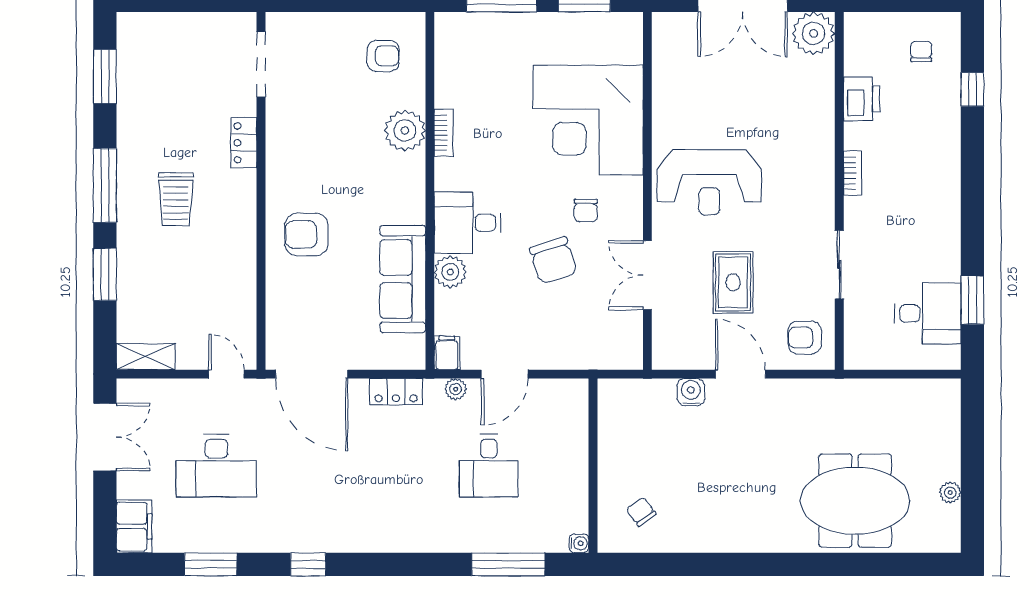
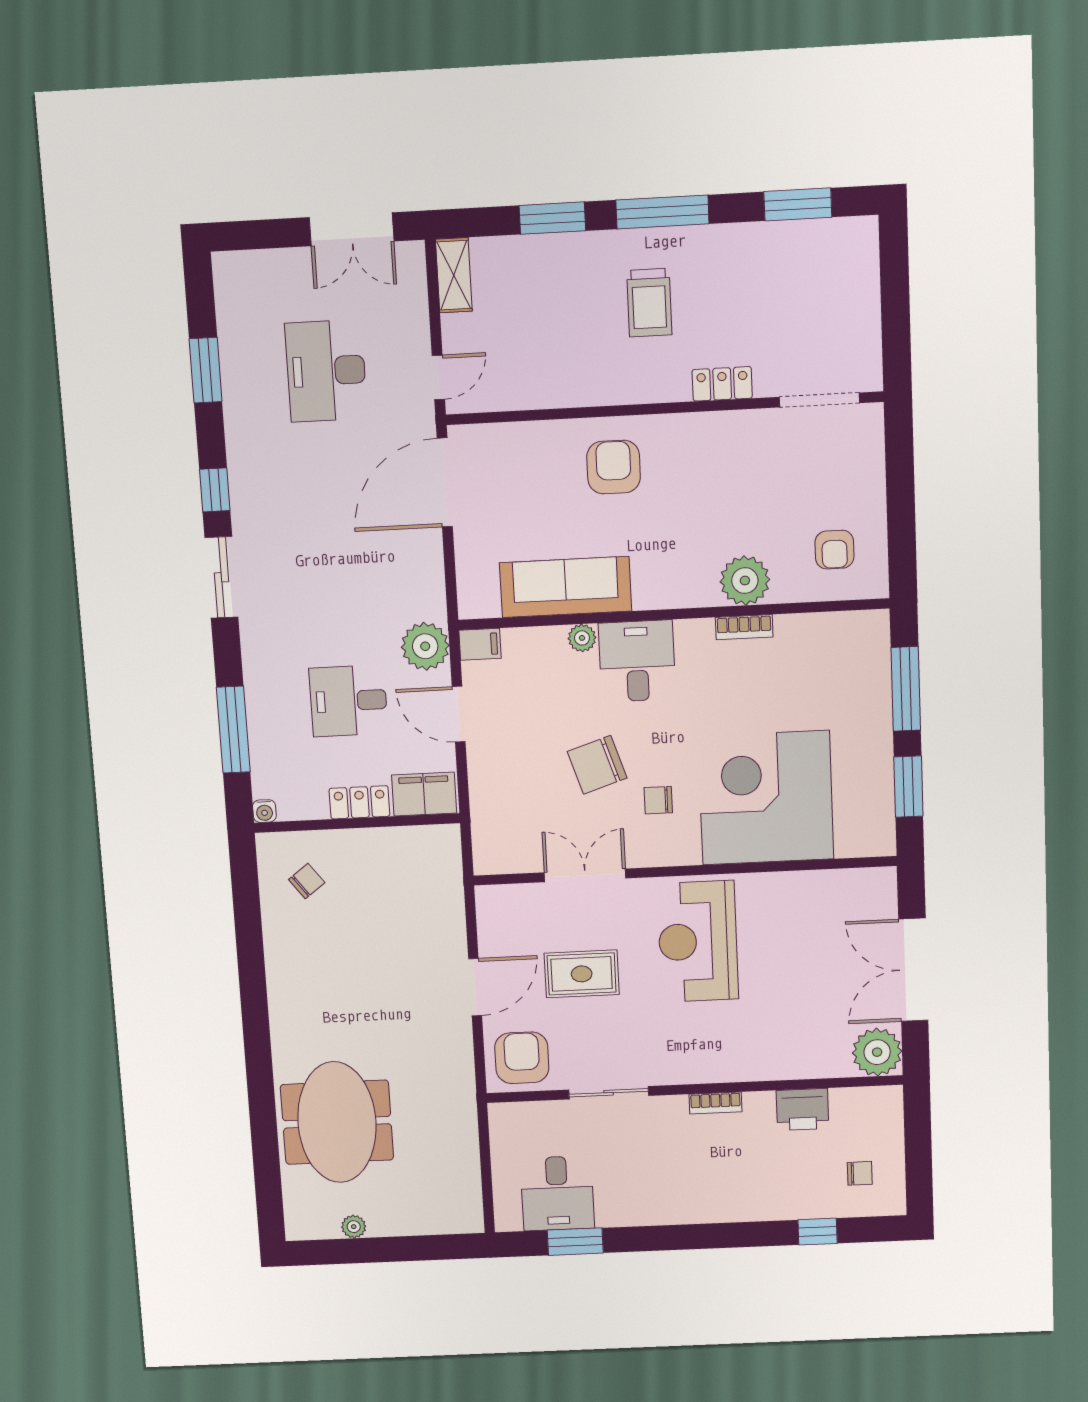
trolley: (176, 199) -> (649, 303), turned -90
plant: (450, 272) -> (582, 638), width x0.73, depth x0.73
armchair: (805, 338) -> (522, 1058), width x1.38, depth x1.38
plant: (456, 389) -> (425, 646), width x1.88, depth x1.88
locker: (396, 392) -> (359, 802), moved, turned 90
water cooler: (691, 392) -> (451, 932), removed
filing cabinet: (134, 526) -> (424, 794), moved, turned 180
sliding door: (380, 564) -> (222, 577), added

